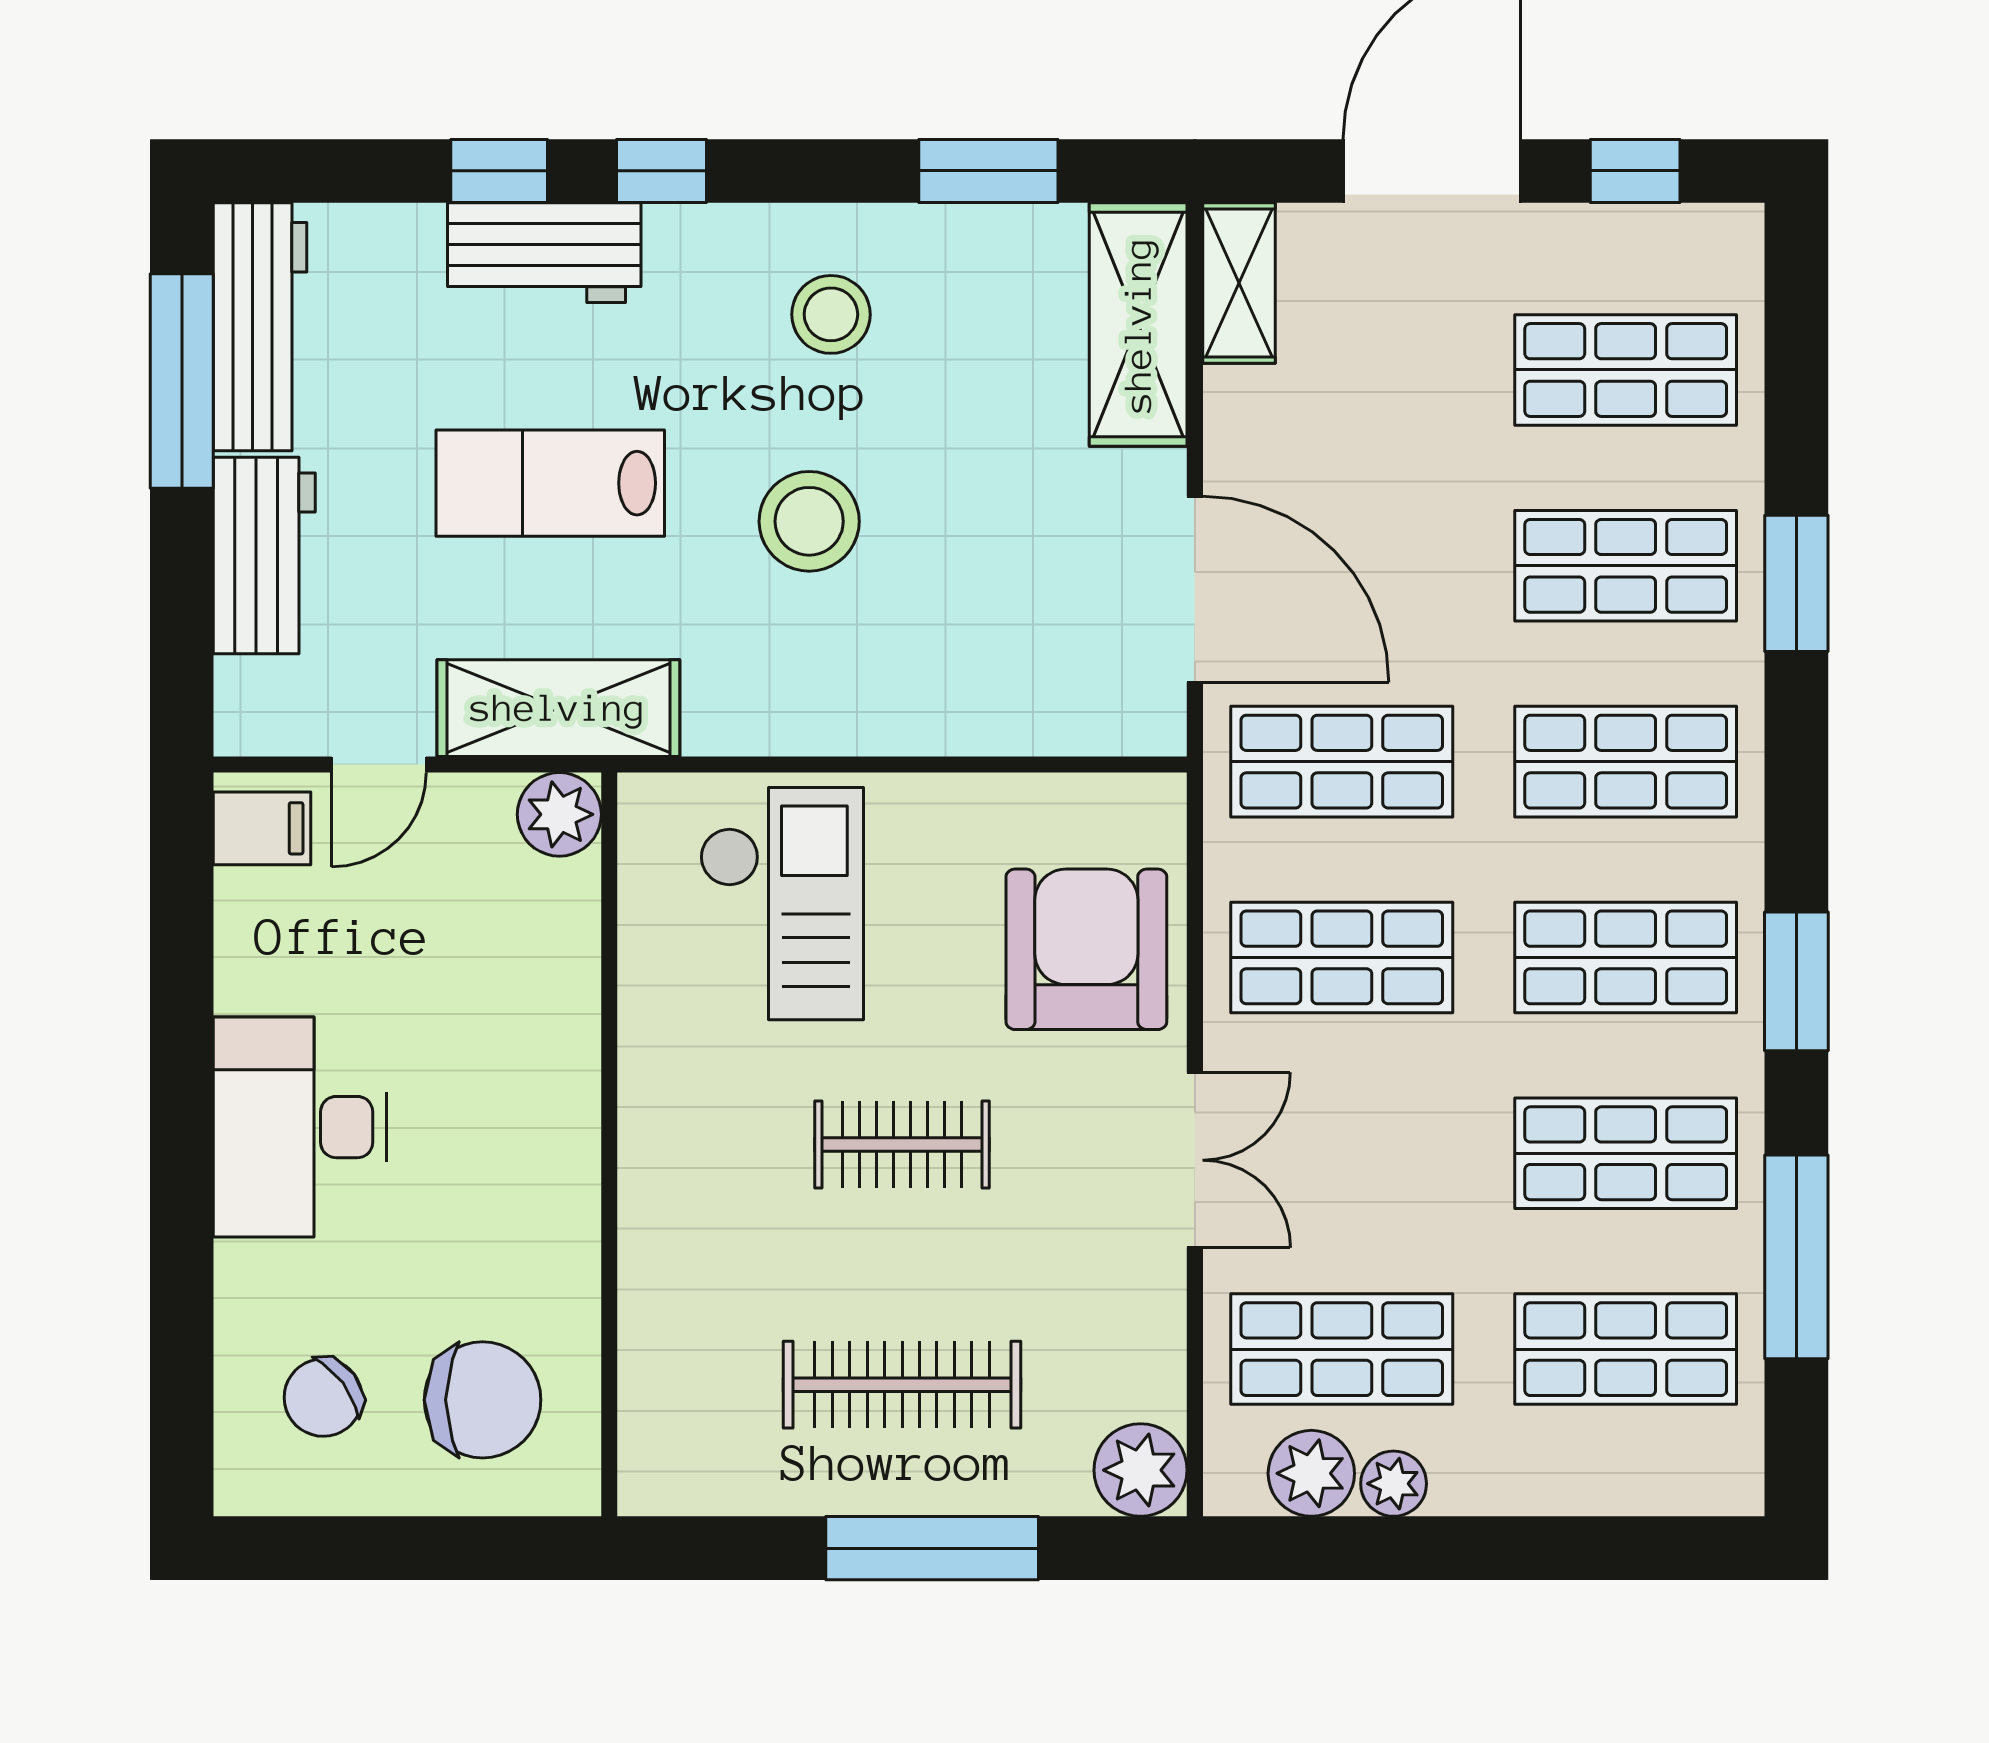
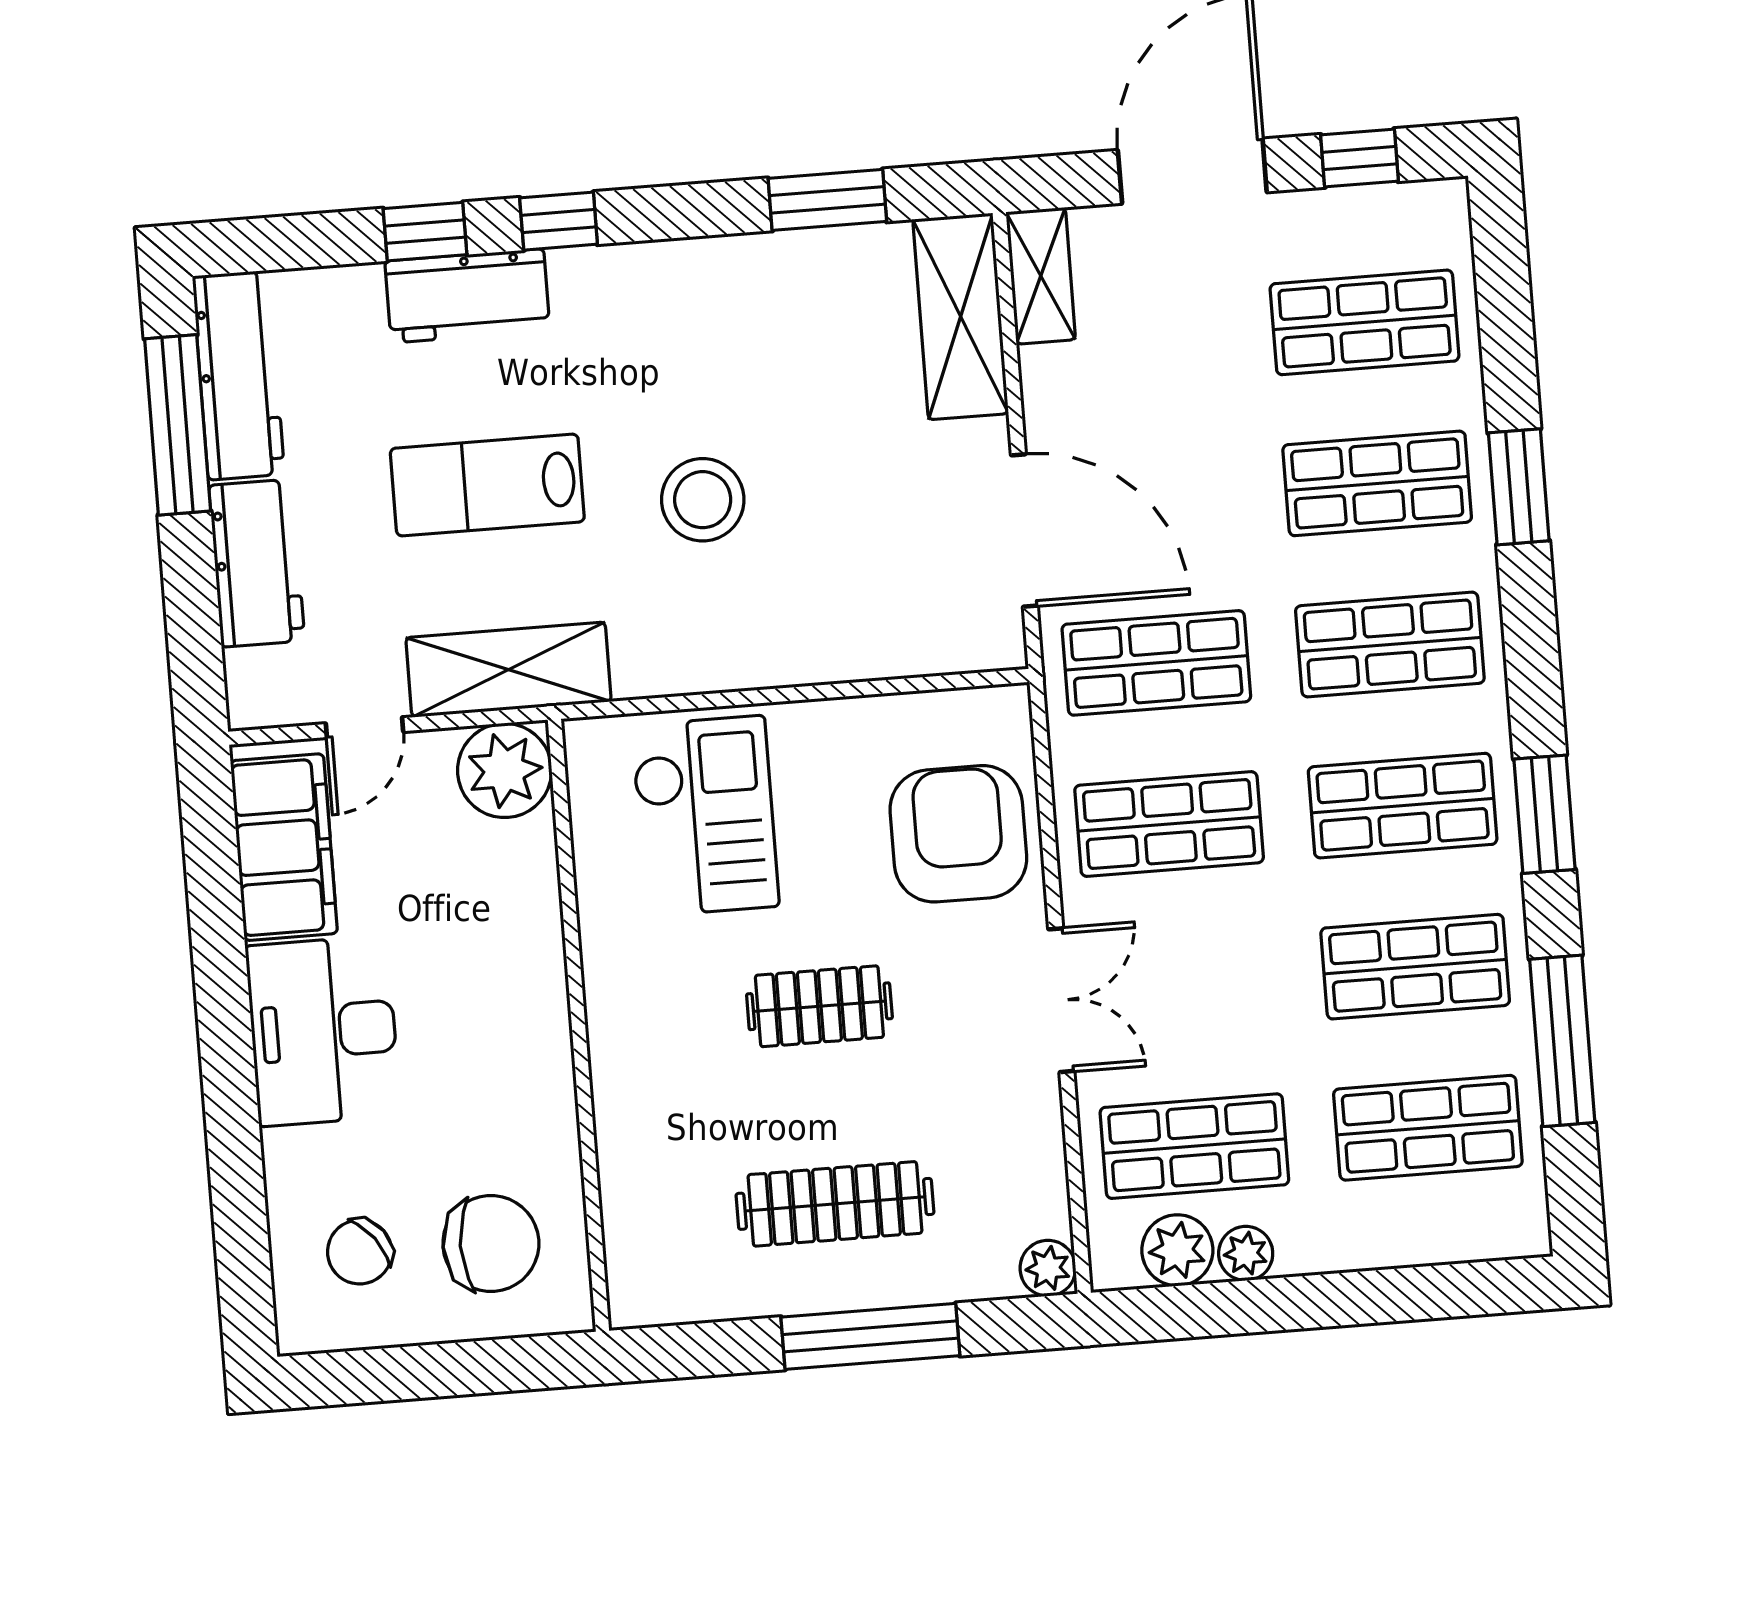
stool: (831, 314) -> (707, 328), removed
plant: (559, 814) -> (505, 770), width x1.36, depth x1.36
filing cabinet: (262, 828) -> (284, 847), width x3.00, depth x1.17
plant: (1141, 1470) -> (1048, 1268), width x0.73, depth x0.73

